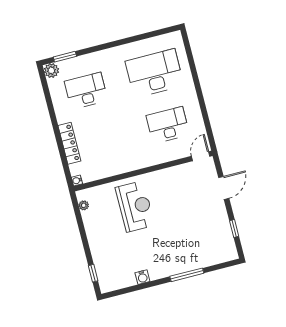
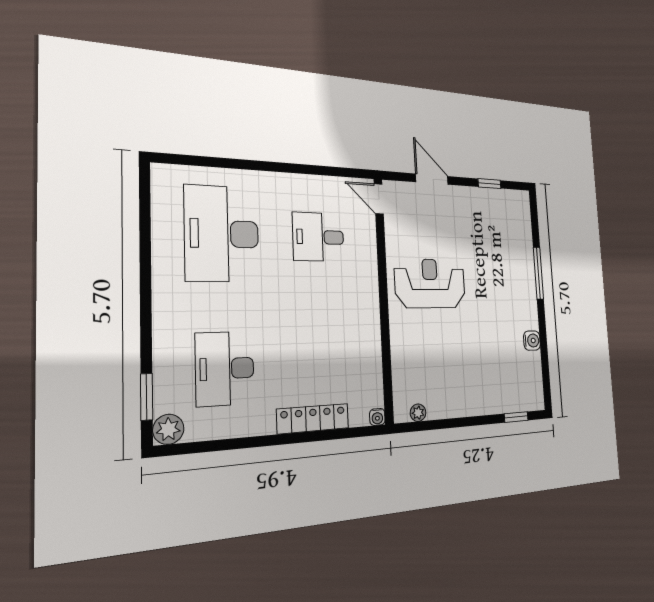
desk: (168, 125) -> (318, 237), width x0.73
reception desk: (135, 206) -> (430, 283), moved

